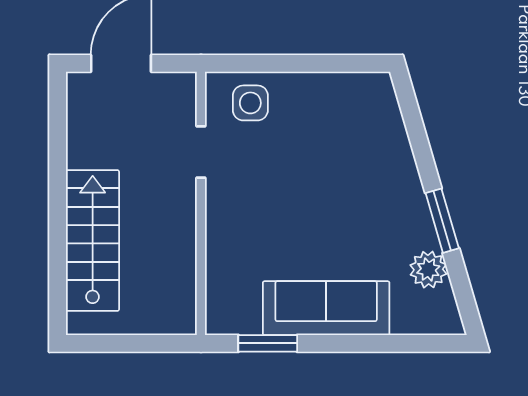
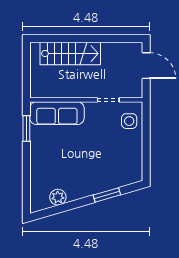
window: (442, 221) -> (107, 195), moved
sofa: (326, 308) -> (57, 113), moved, turned 90

